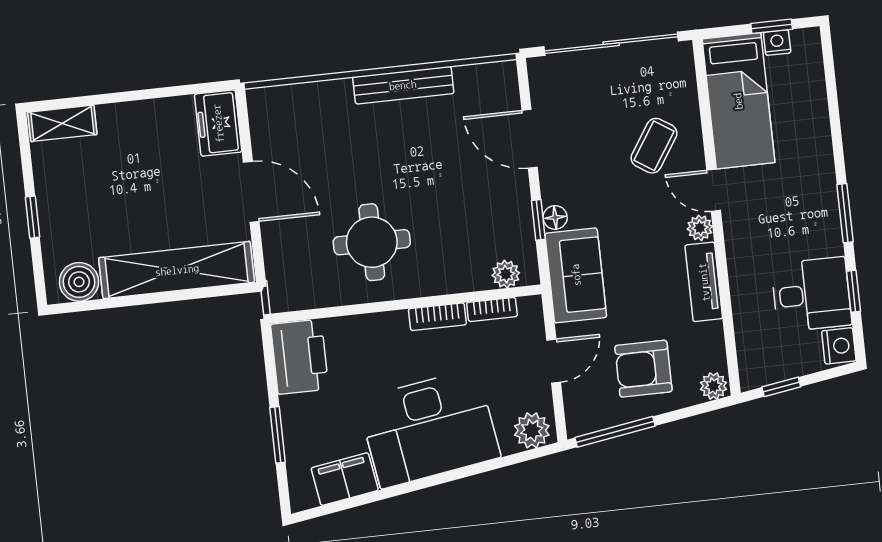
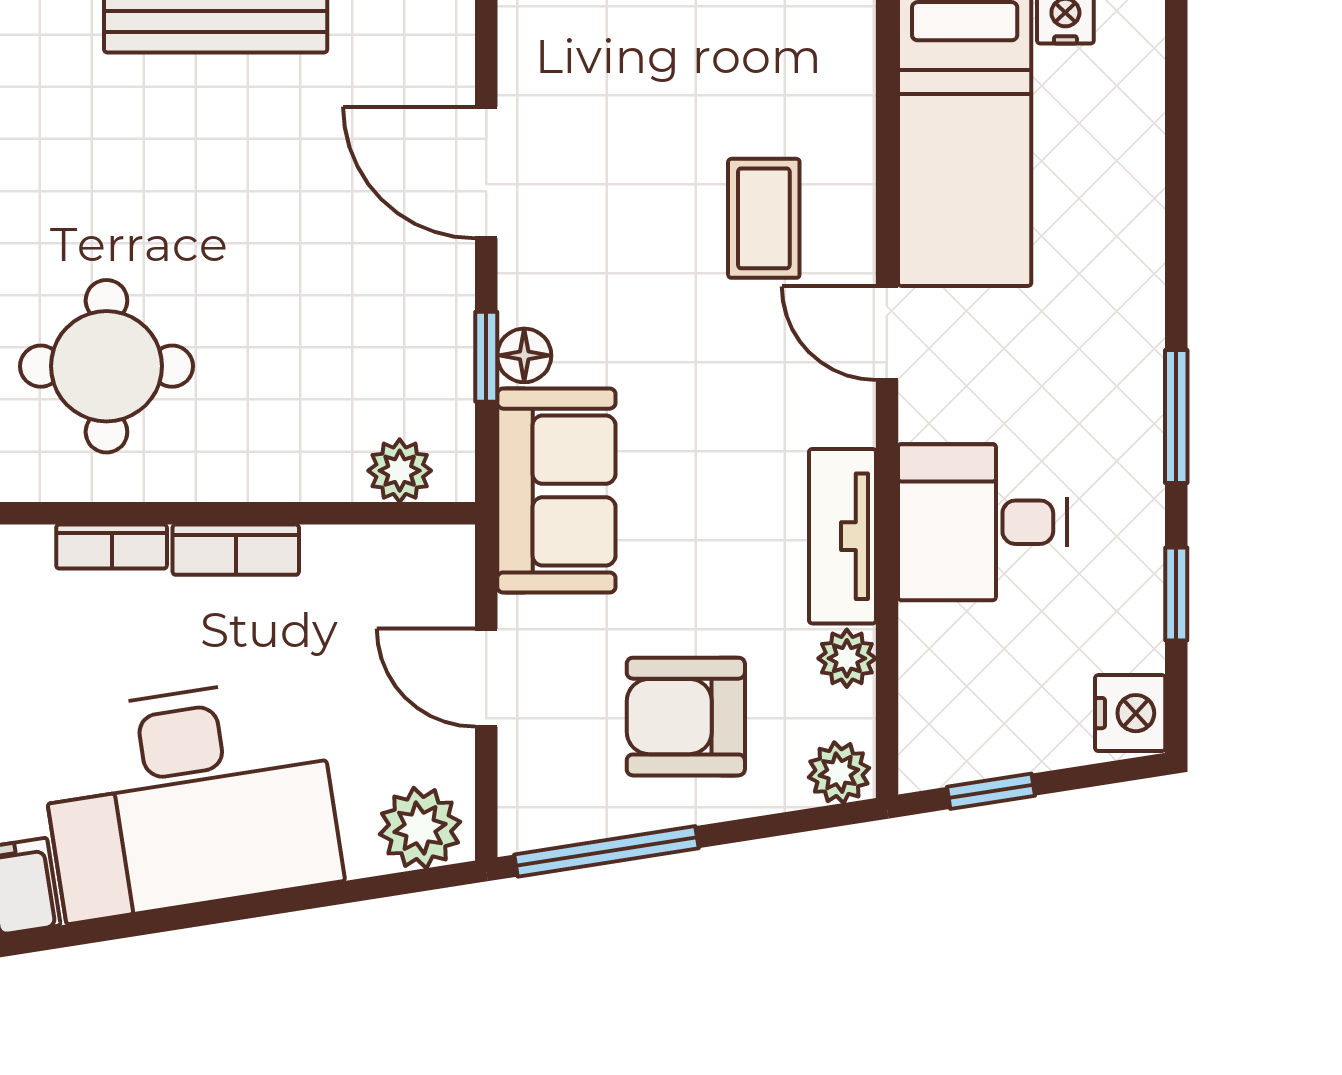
coffee table: (654, 146) -> (764, 218), turned -33
plant: (700, 228) -> (847, 658), moved
desk: (811, 294) -> (982, 522), moved, turned 180
bookcase: (492, 309) -> (112, 547), moved
door: (554, 361) -> (486, 678), swing flipped

